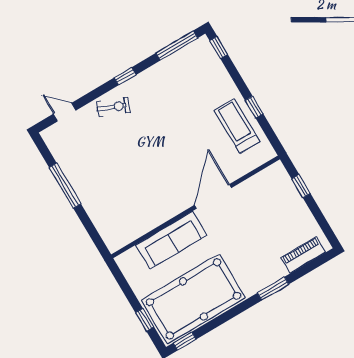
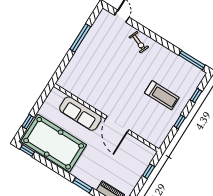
window: (219, 47) -> (196, 96), moved
window: (125, 76) -> (160, 40), removed
treadmill: (237, 126) -> (162, 95), moved, turned 90
door: (213, 196) -> (117, 124), swing flipped

